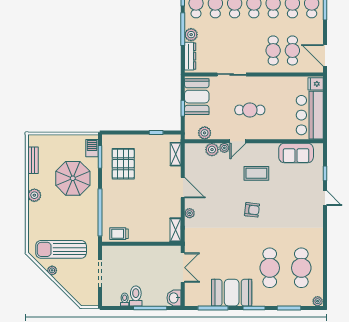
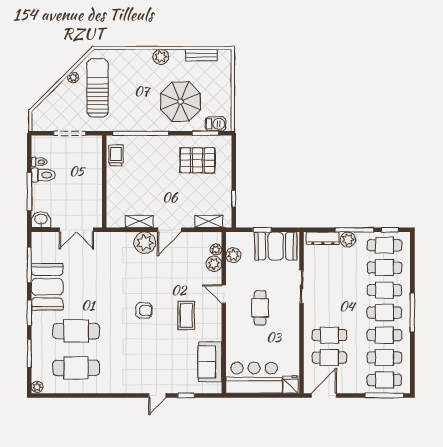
plant: (224, 148) -> (216, 249), moved
armchair: (252, 210) -> (144, 310), turned -94
plant: (190, 213) -> (145, 243), width x1.87, depth x1.87
shelving: (176, 230) -> (139, 221), moved

